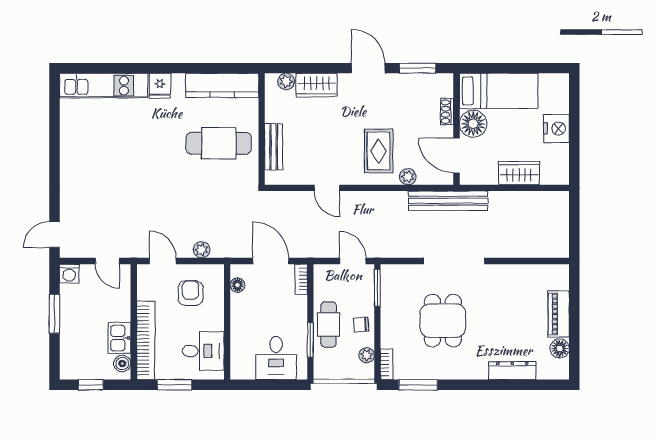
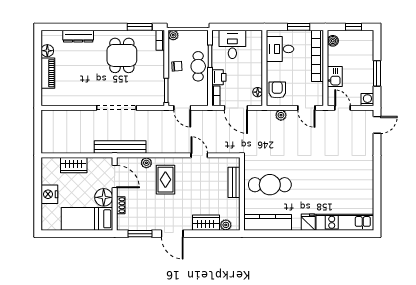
armchair: (191, 293) -> (277, 90), moved, turned 180
printer: (297, 308) -> (219, 77), added
dining table: (443, 321) -> (122, 55), moved
kitchen sink: (119, 338) -> (335, 76), moved
plant: (367, 355) -> (173, 35), moved

